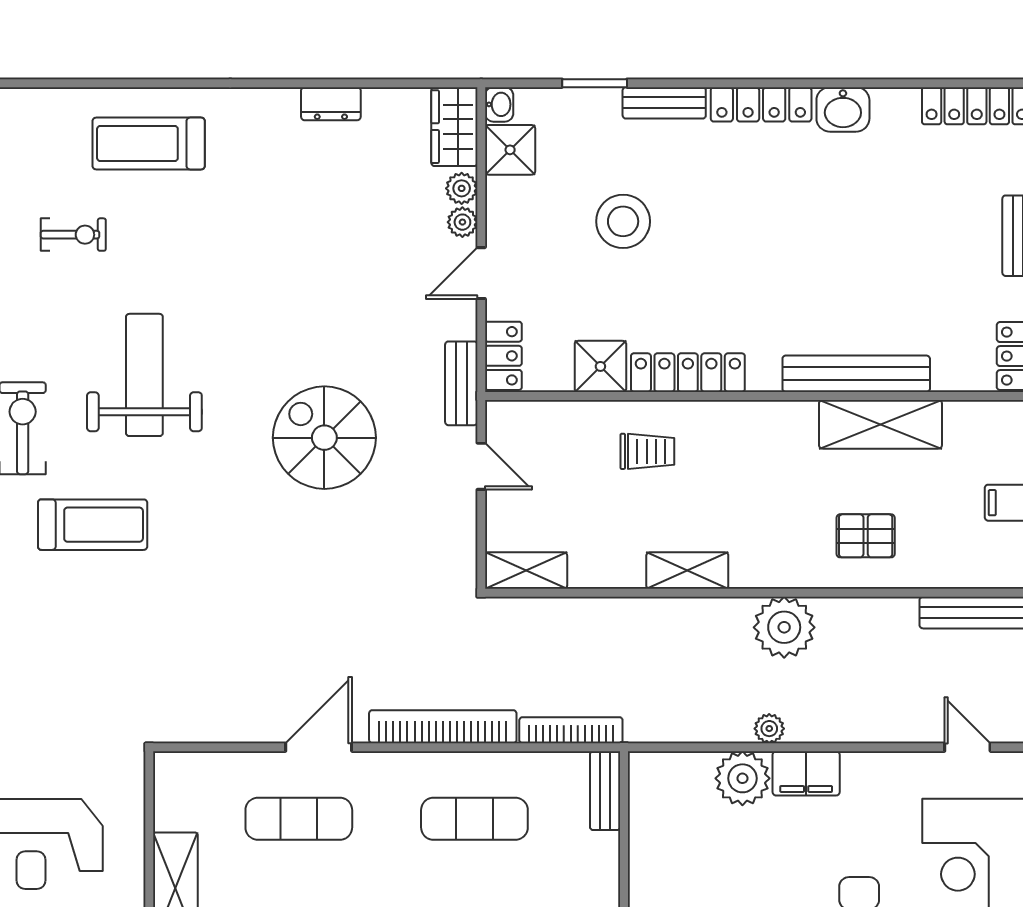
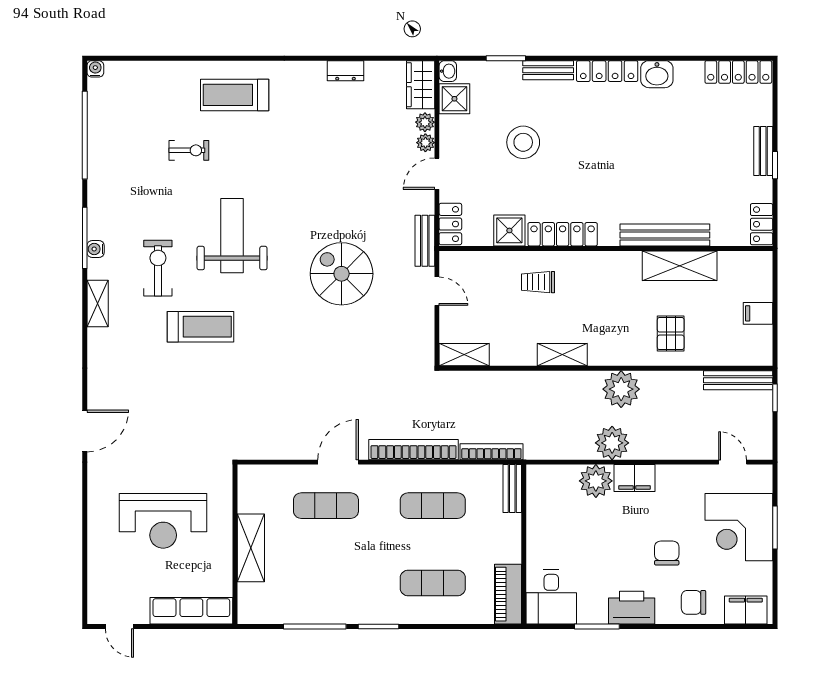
trolley: (647, 451) -> (538, 282), turned 180
pallet: (866, 536) -> (671, 334), turned 90
plant: (769, 729) -> (612, 443), width x1.88, depth x1.88

